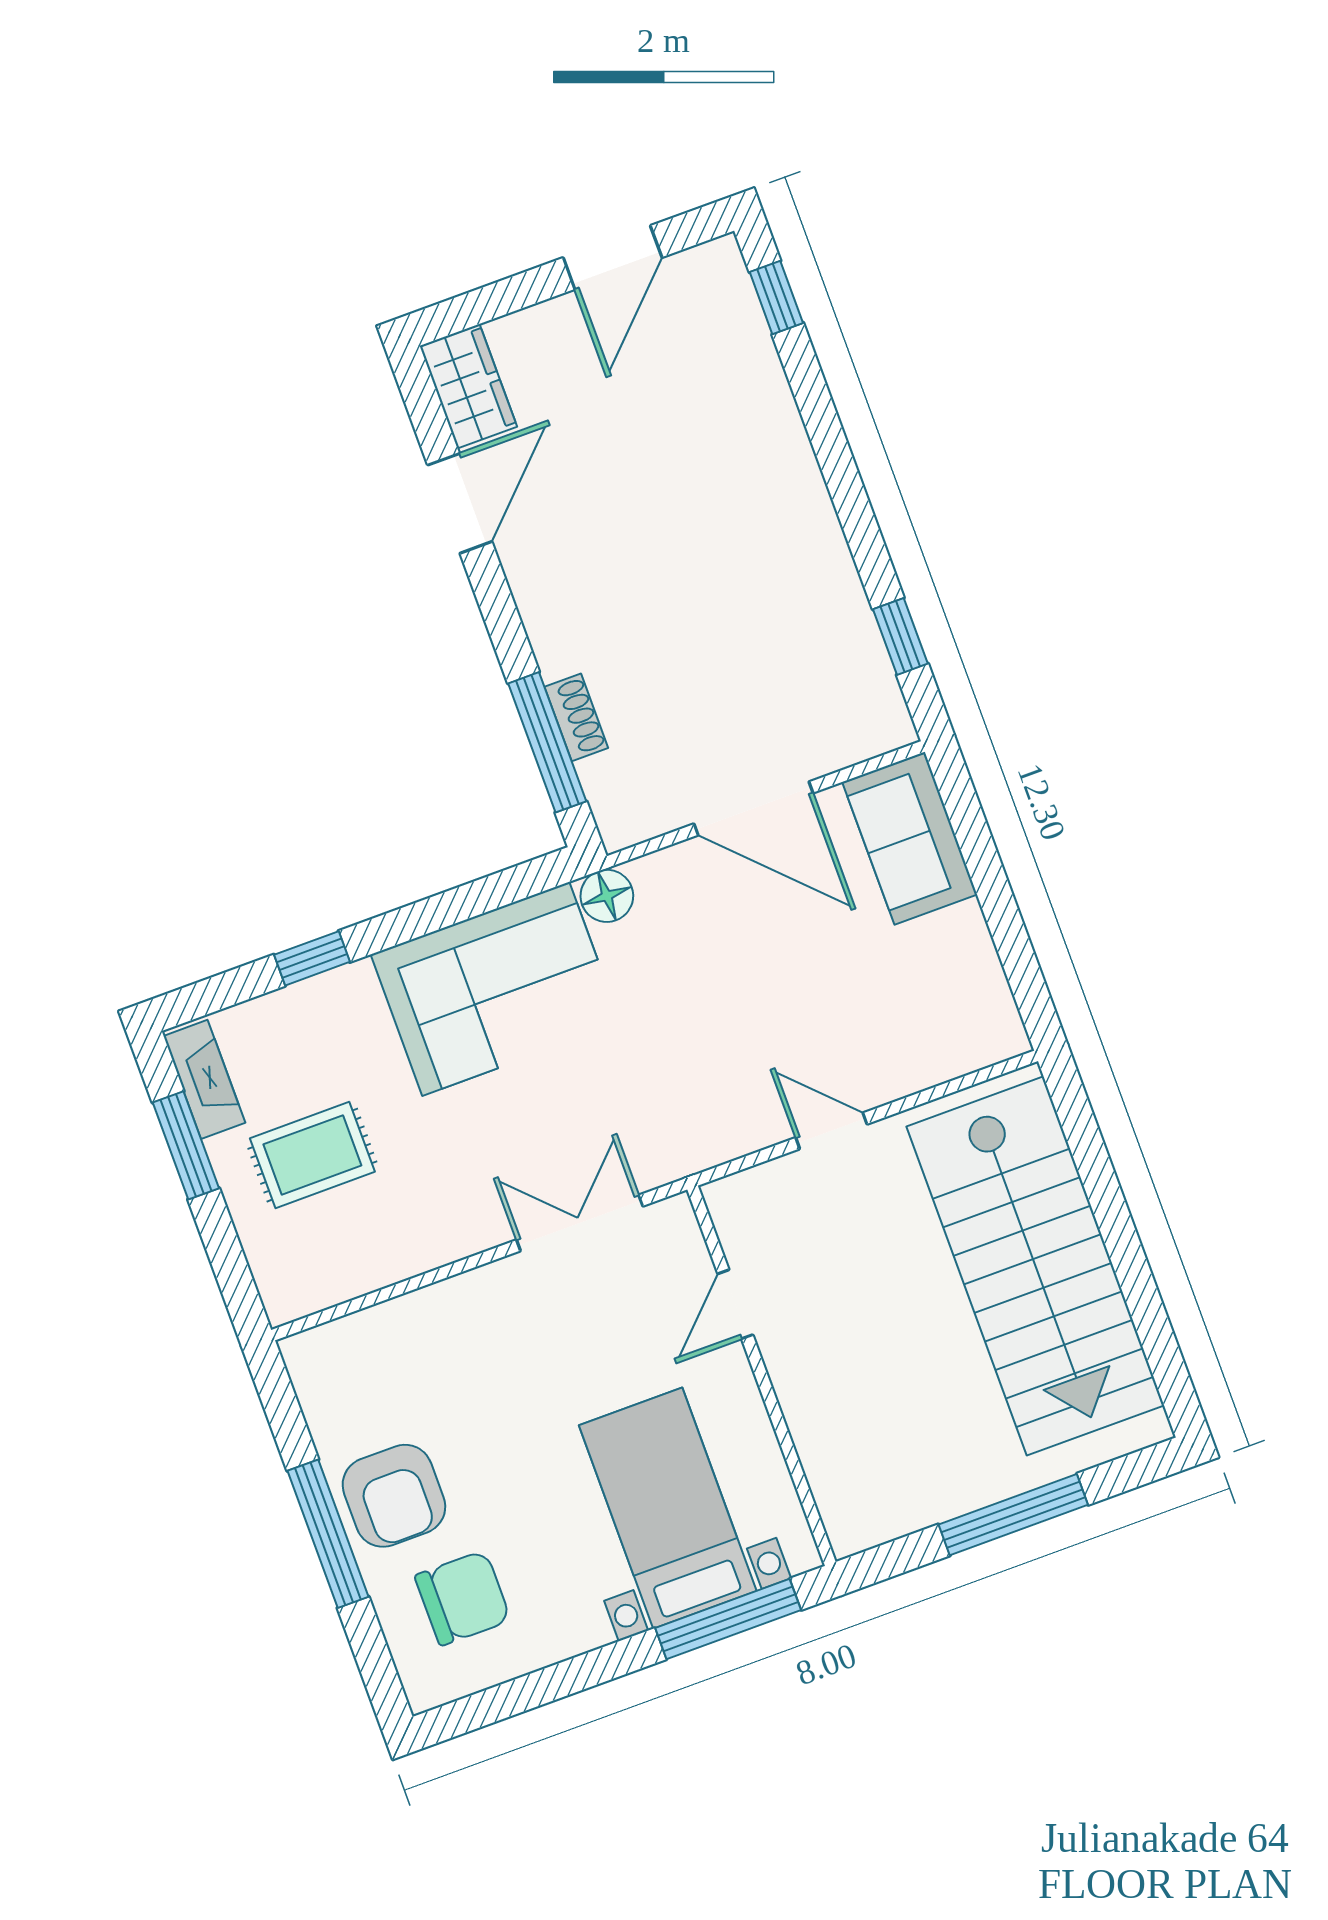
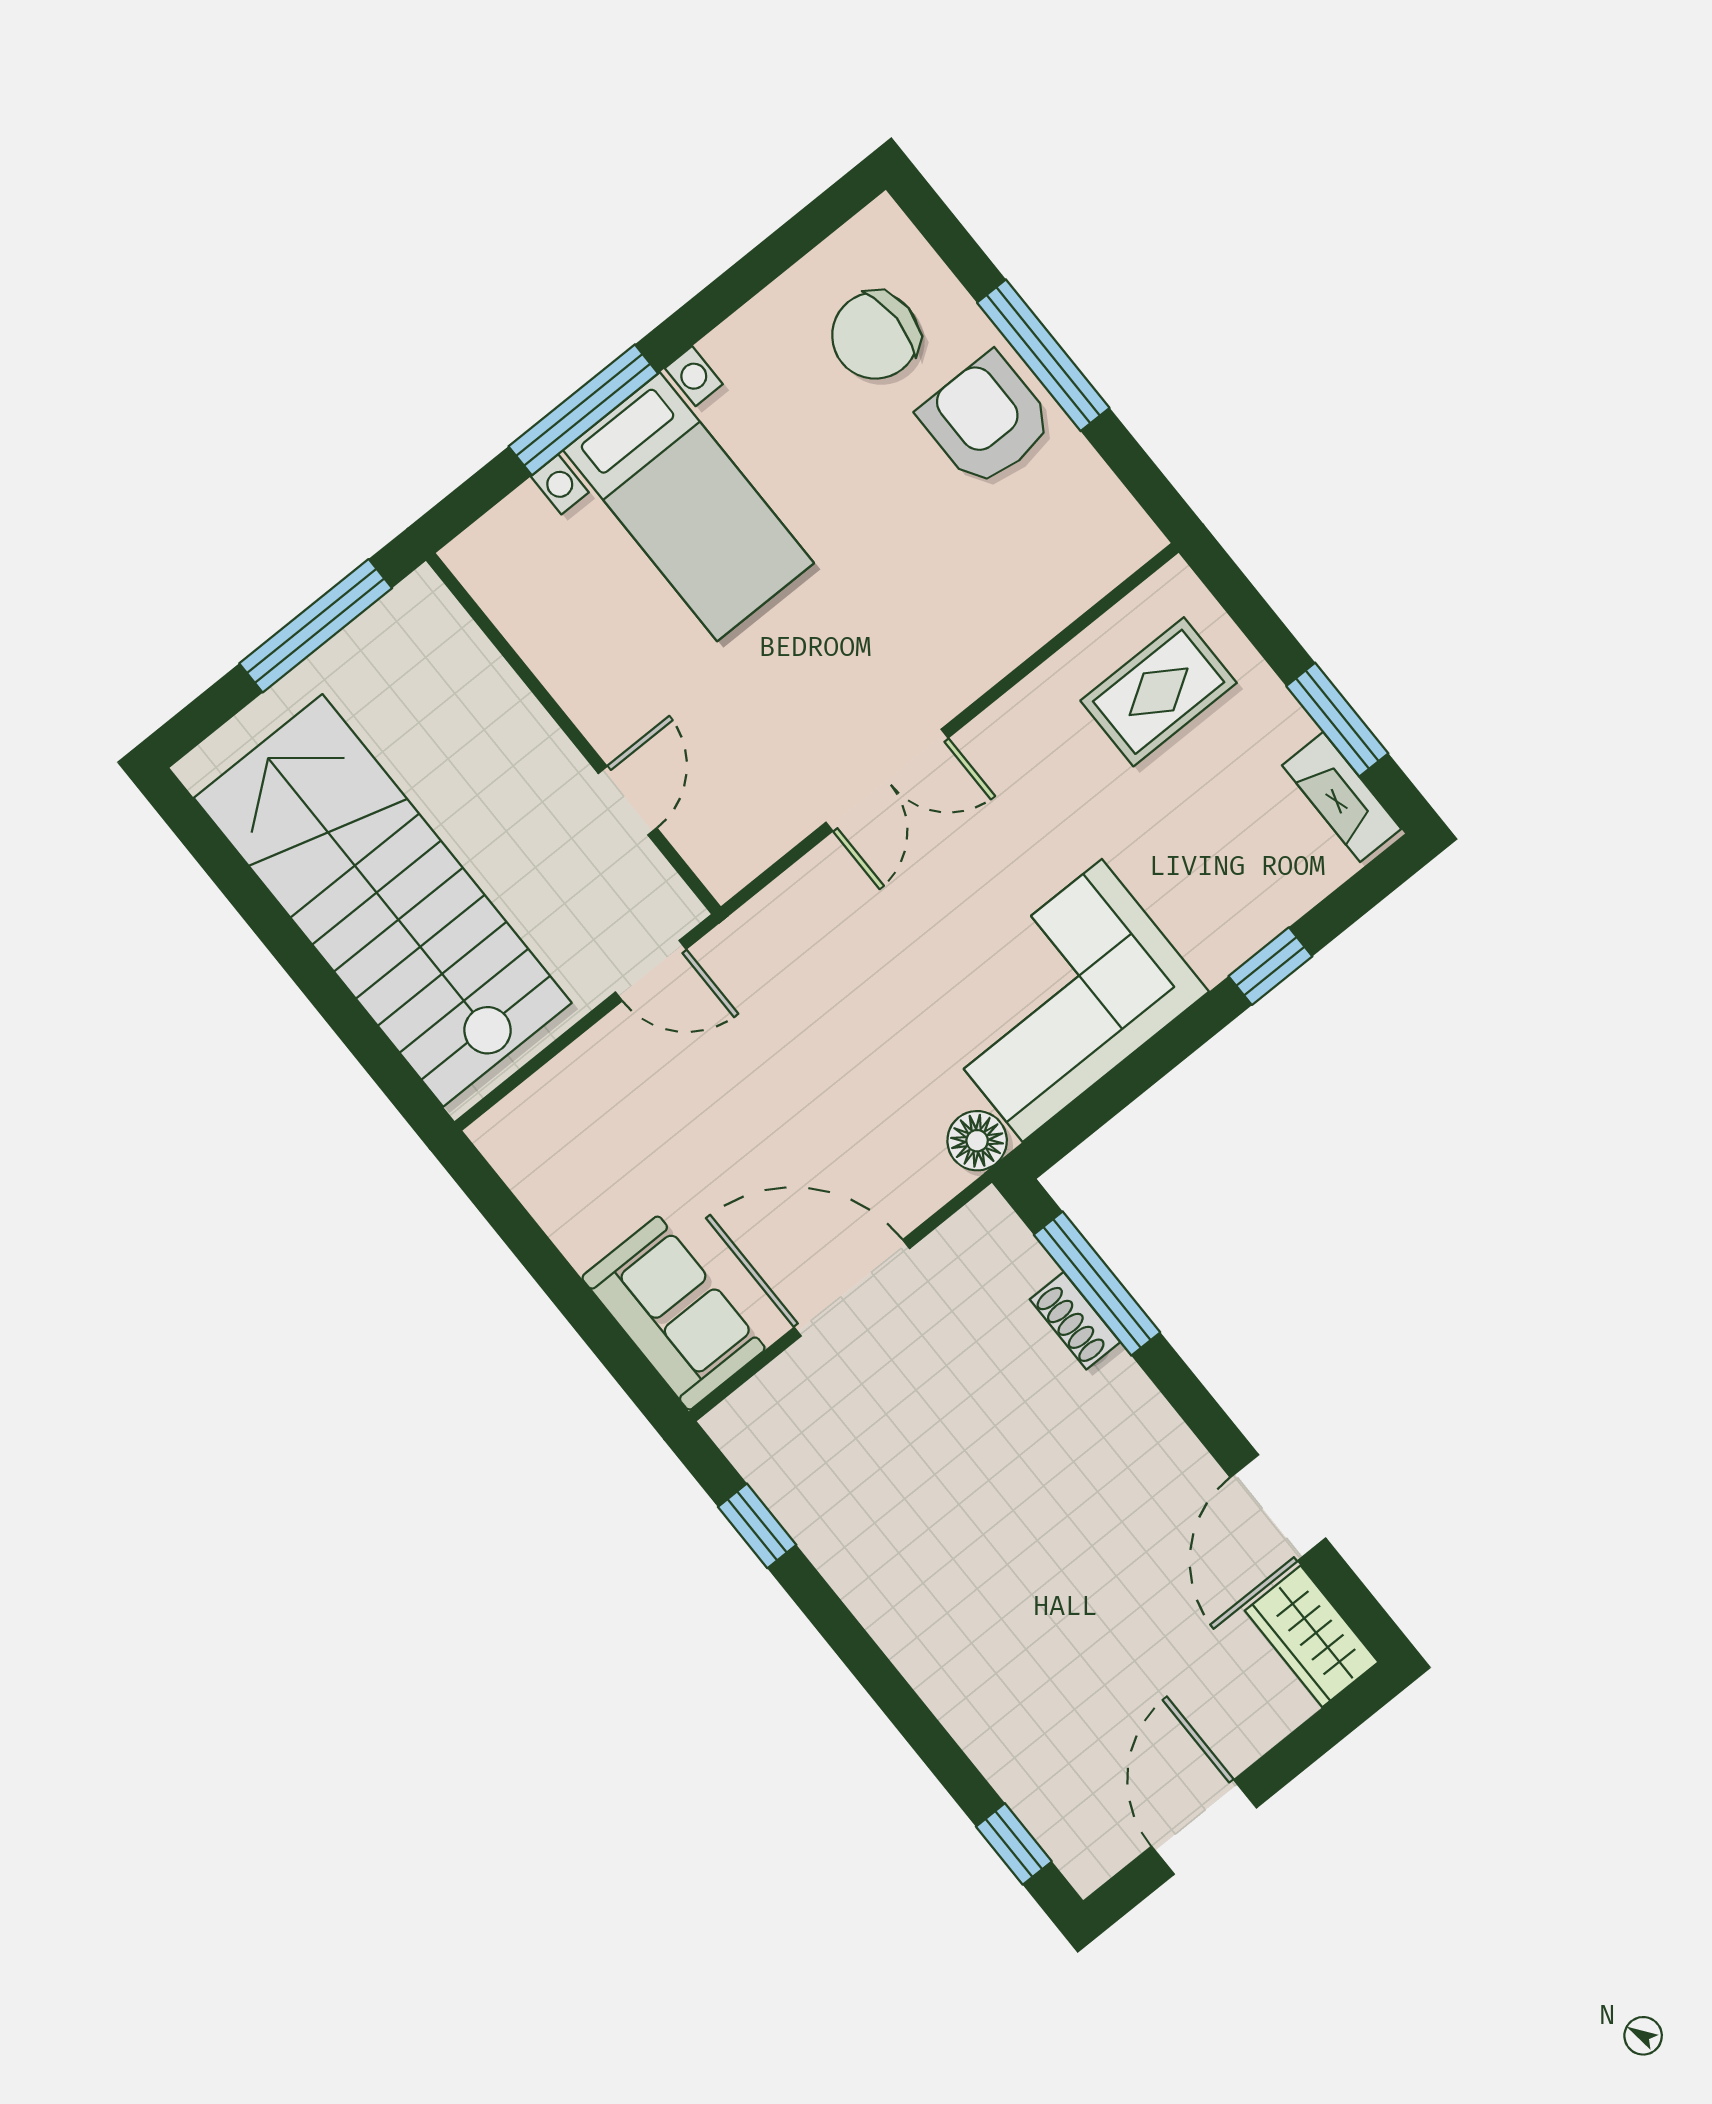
rug: (312, 1155) -> (1159, 692), moved
door: (735, 1304) -> (627, 801), moved
wall: (761, 1376) -> (573, 734), moved

